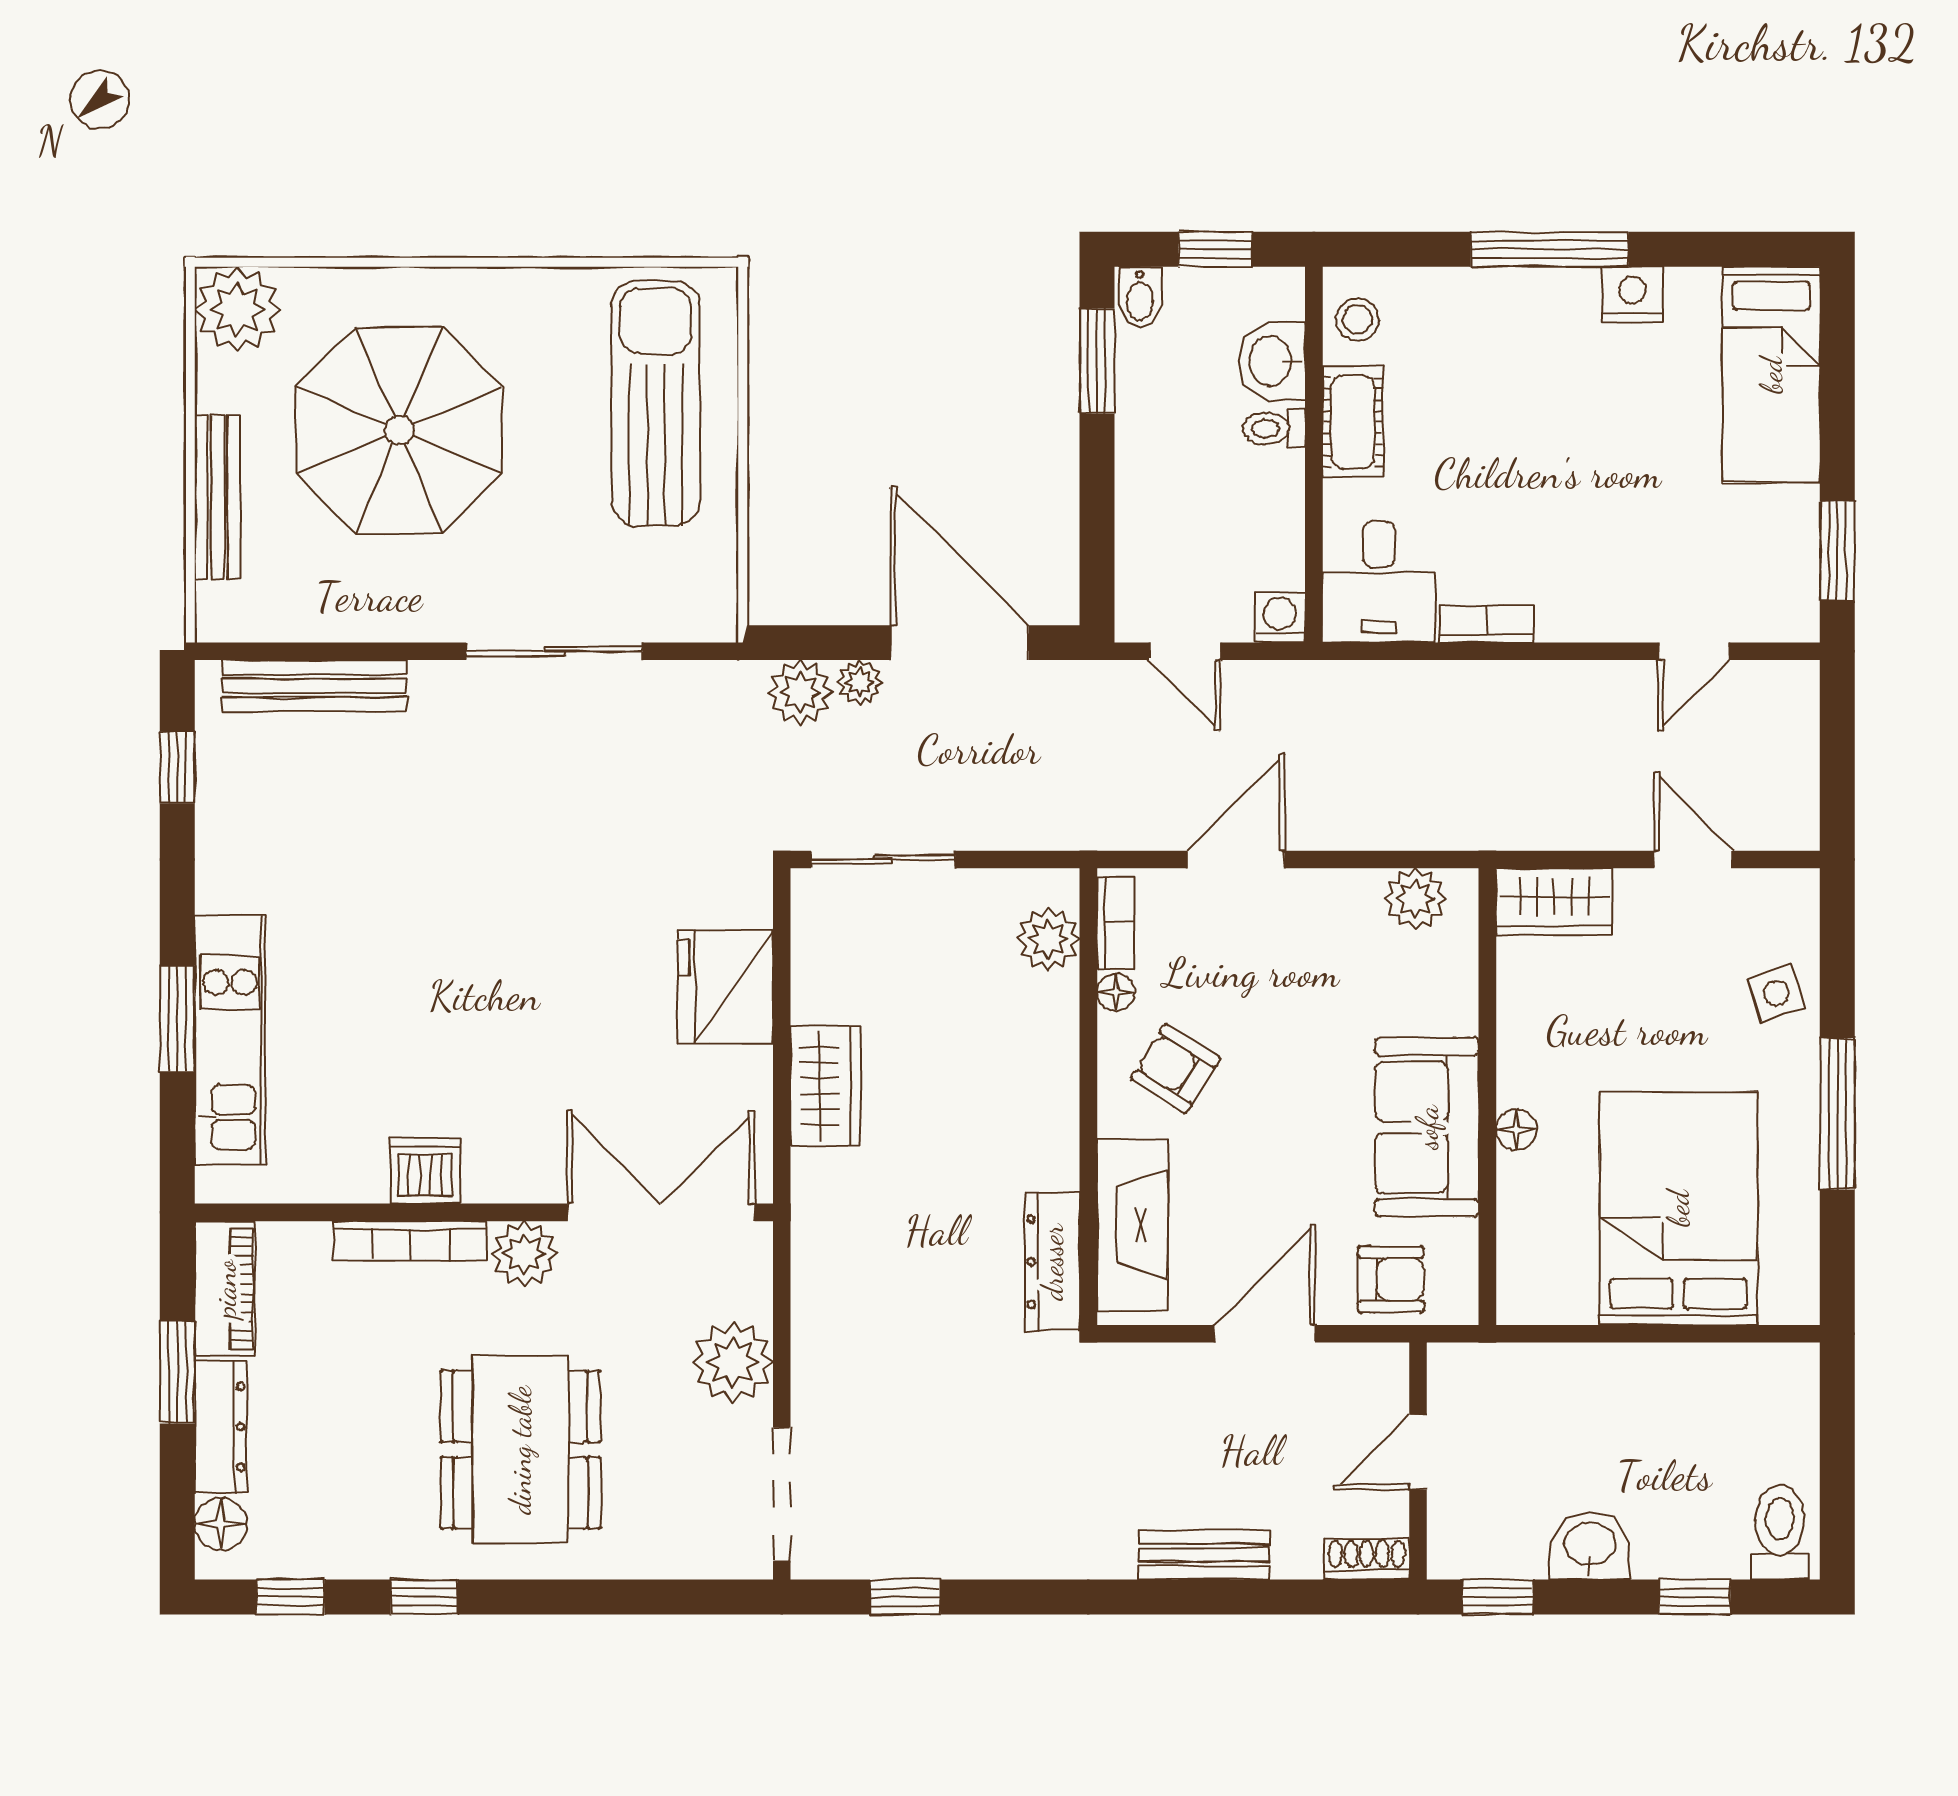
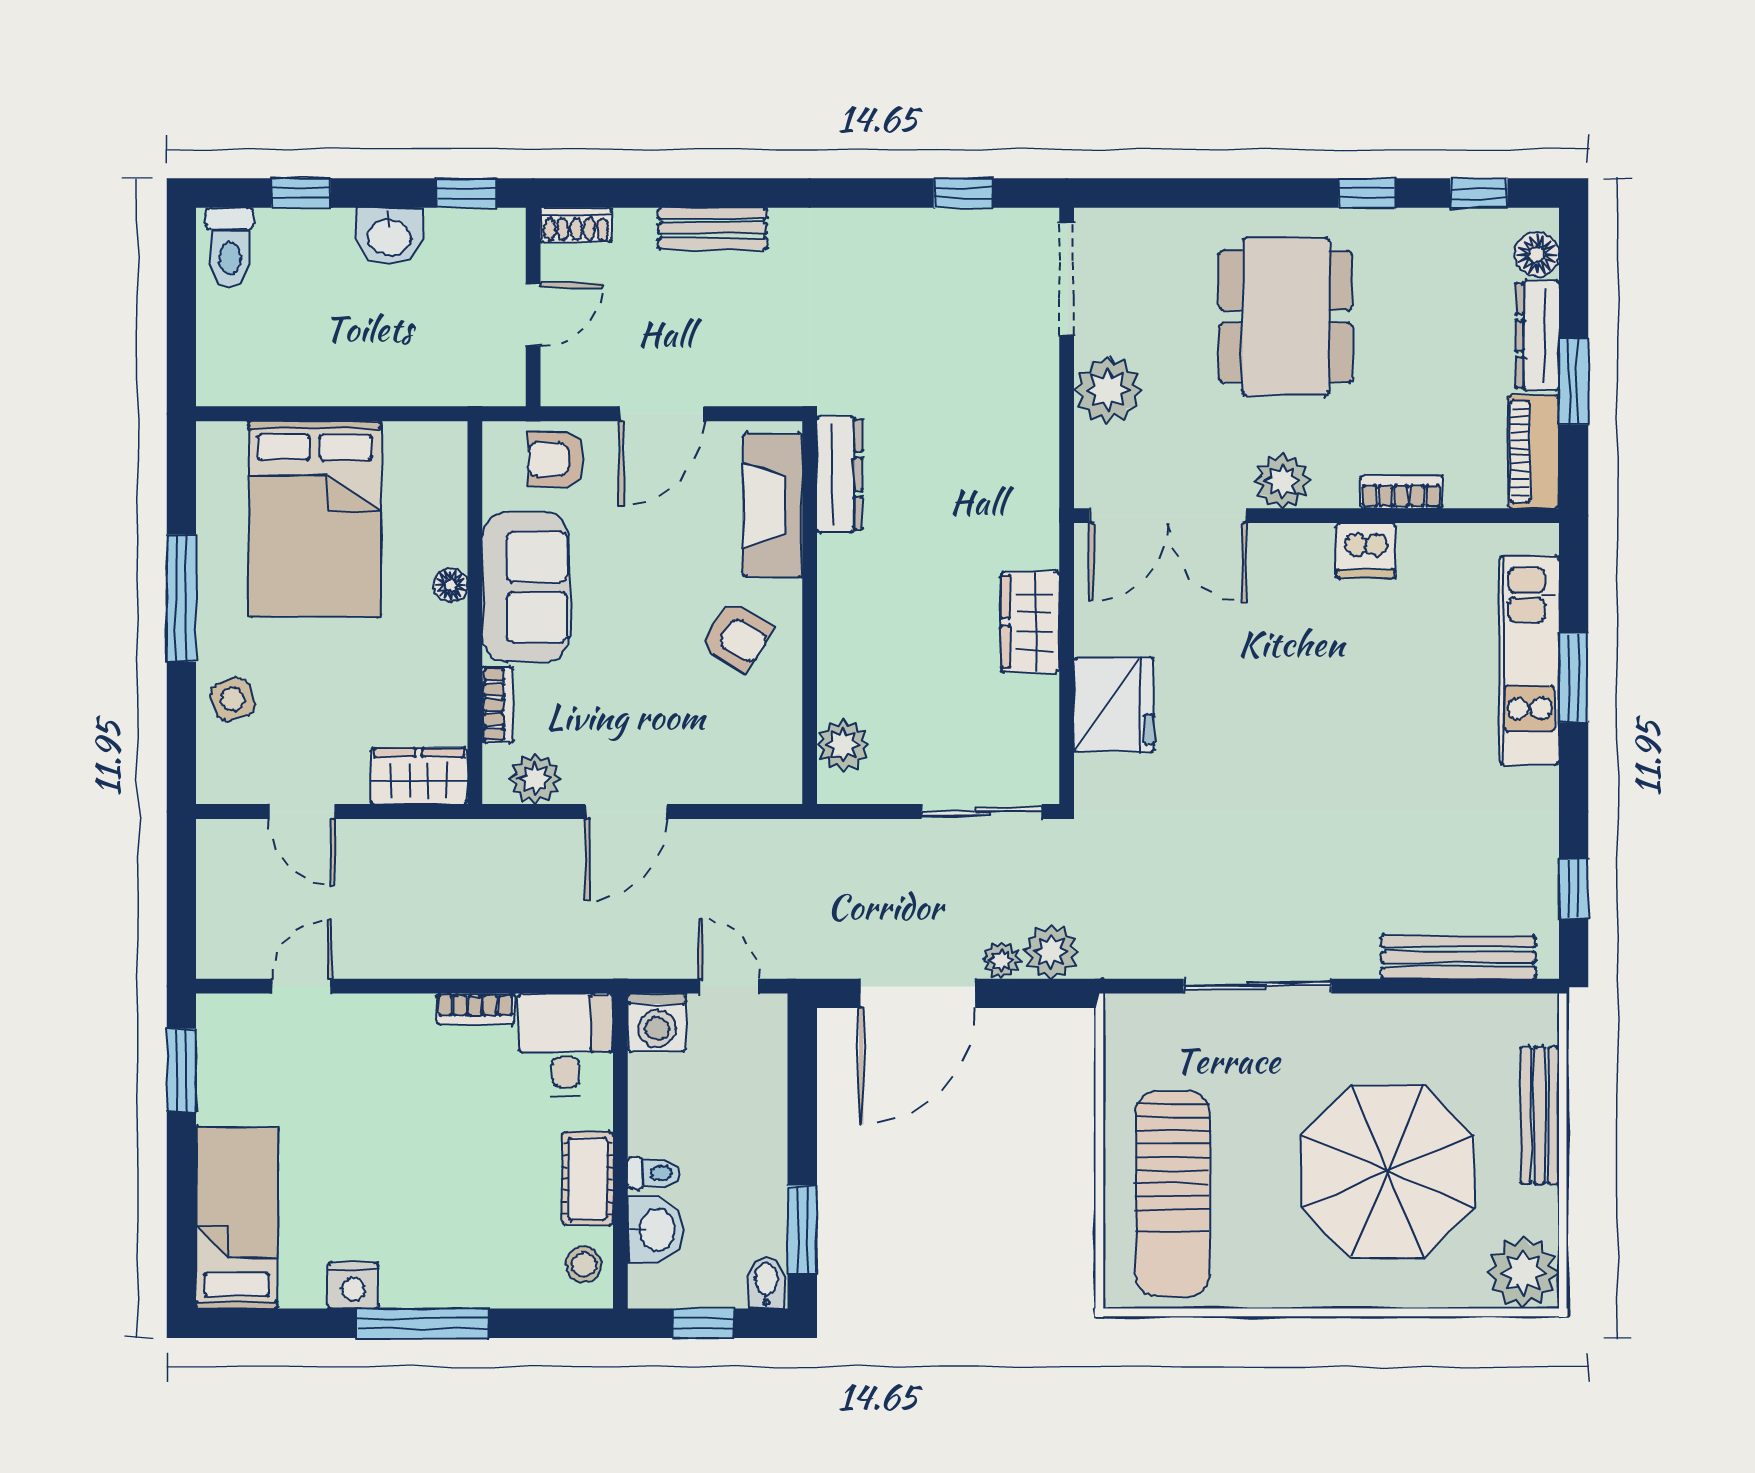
washing machine: (1280, 617) -> (657, 1023), width x1.38, depth x1.38
door: (960, 643) -> (917, 993), hinge flipped
door: (1236, 860) -> (626, 812), moved
bookcase: (1115, 923) -> (498, 705), moved, turned 180
floor lamp: (1116, 992) -> (786, 700), removed
bookcase: (410, 1241) -> (1401, 492), width x0.64

